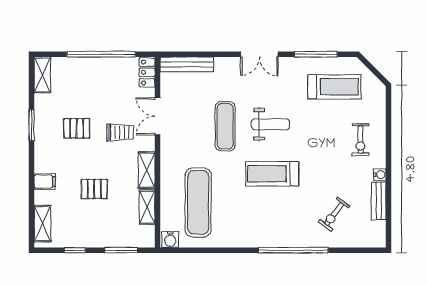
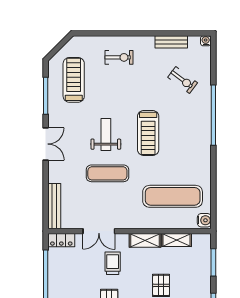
water cooler: (380, 175) -> (206, 41), moved

